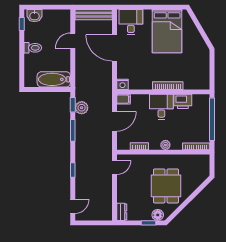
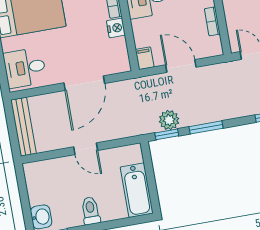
door: (73, 41) -> (86, 149), moved
door: (115, 48) -> (84, 83), moved
bathtub: (54, 79) -> (137, 190), moved
nightstand: (123, 84) -> (116, 28), moved

